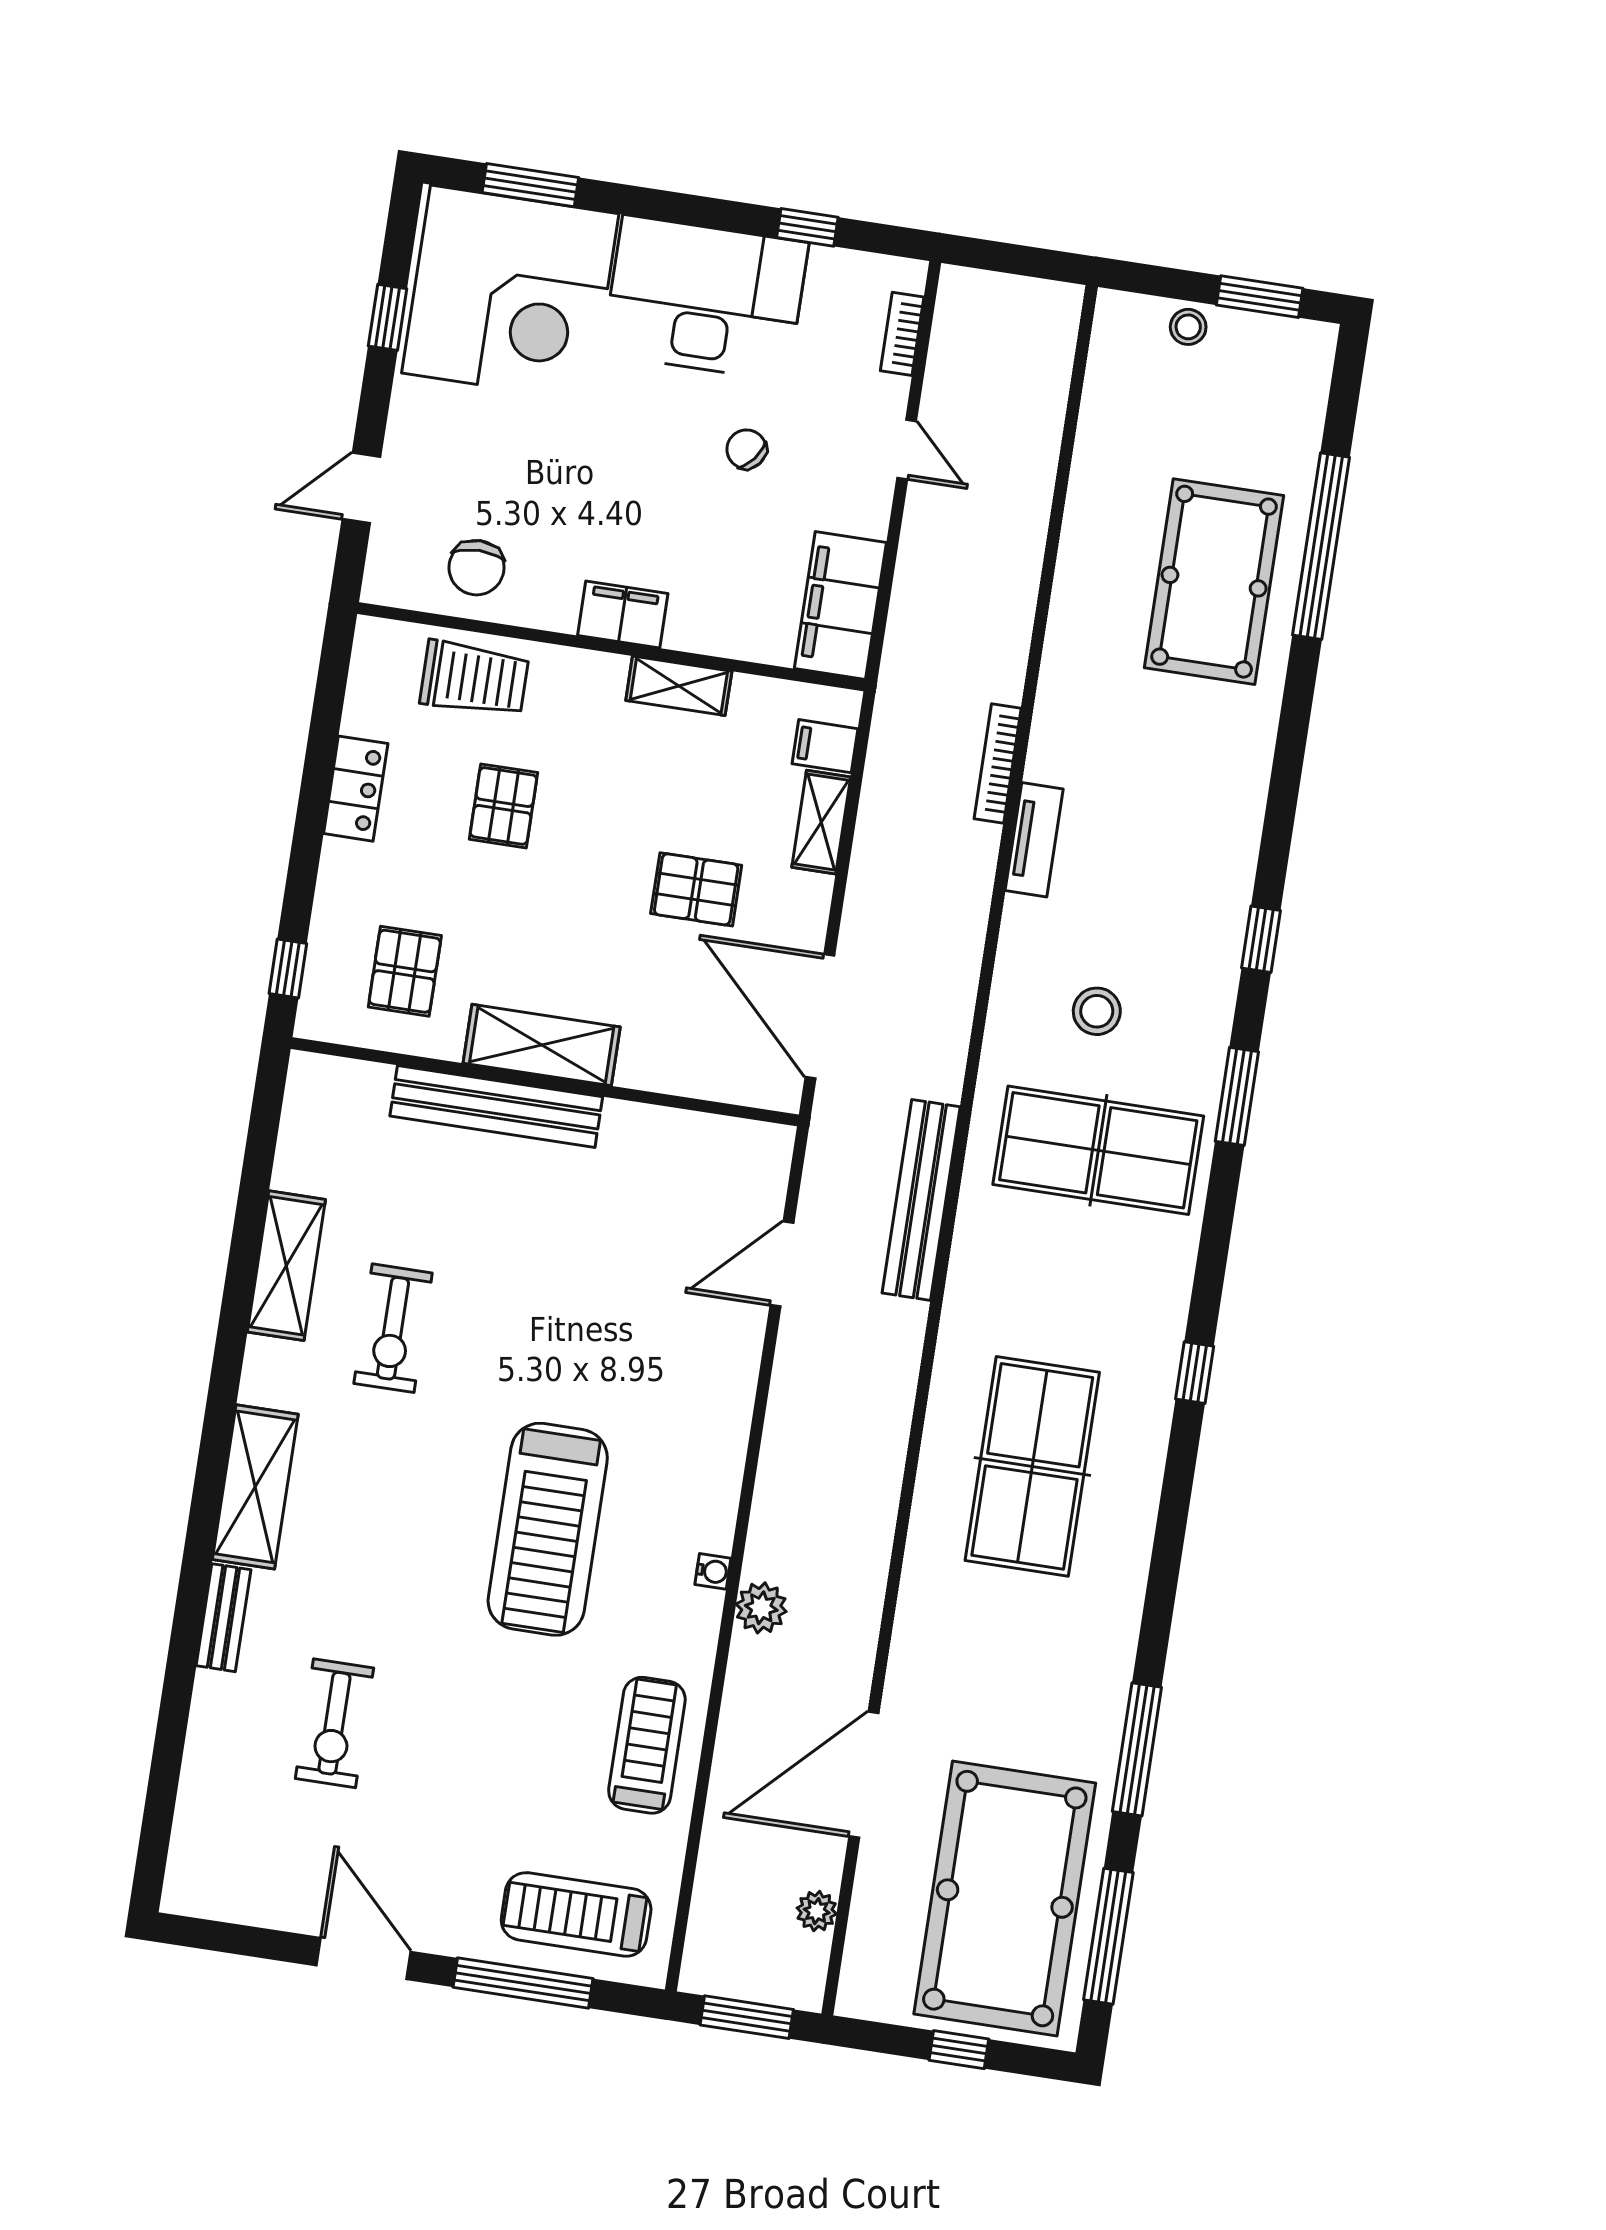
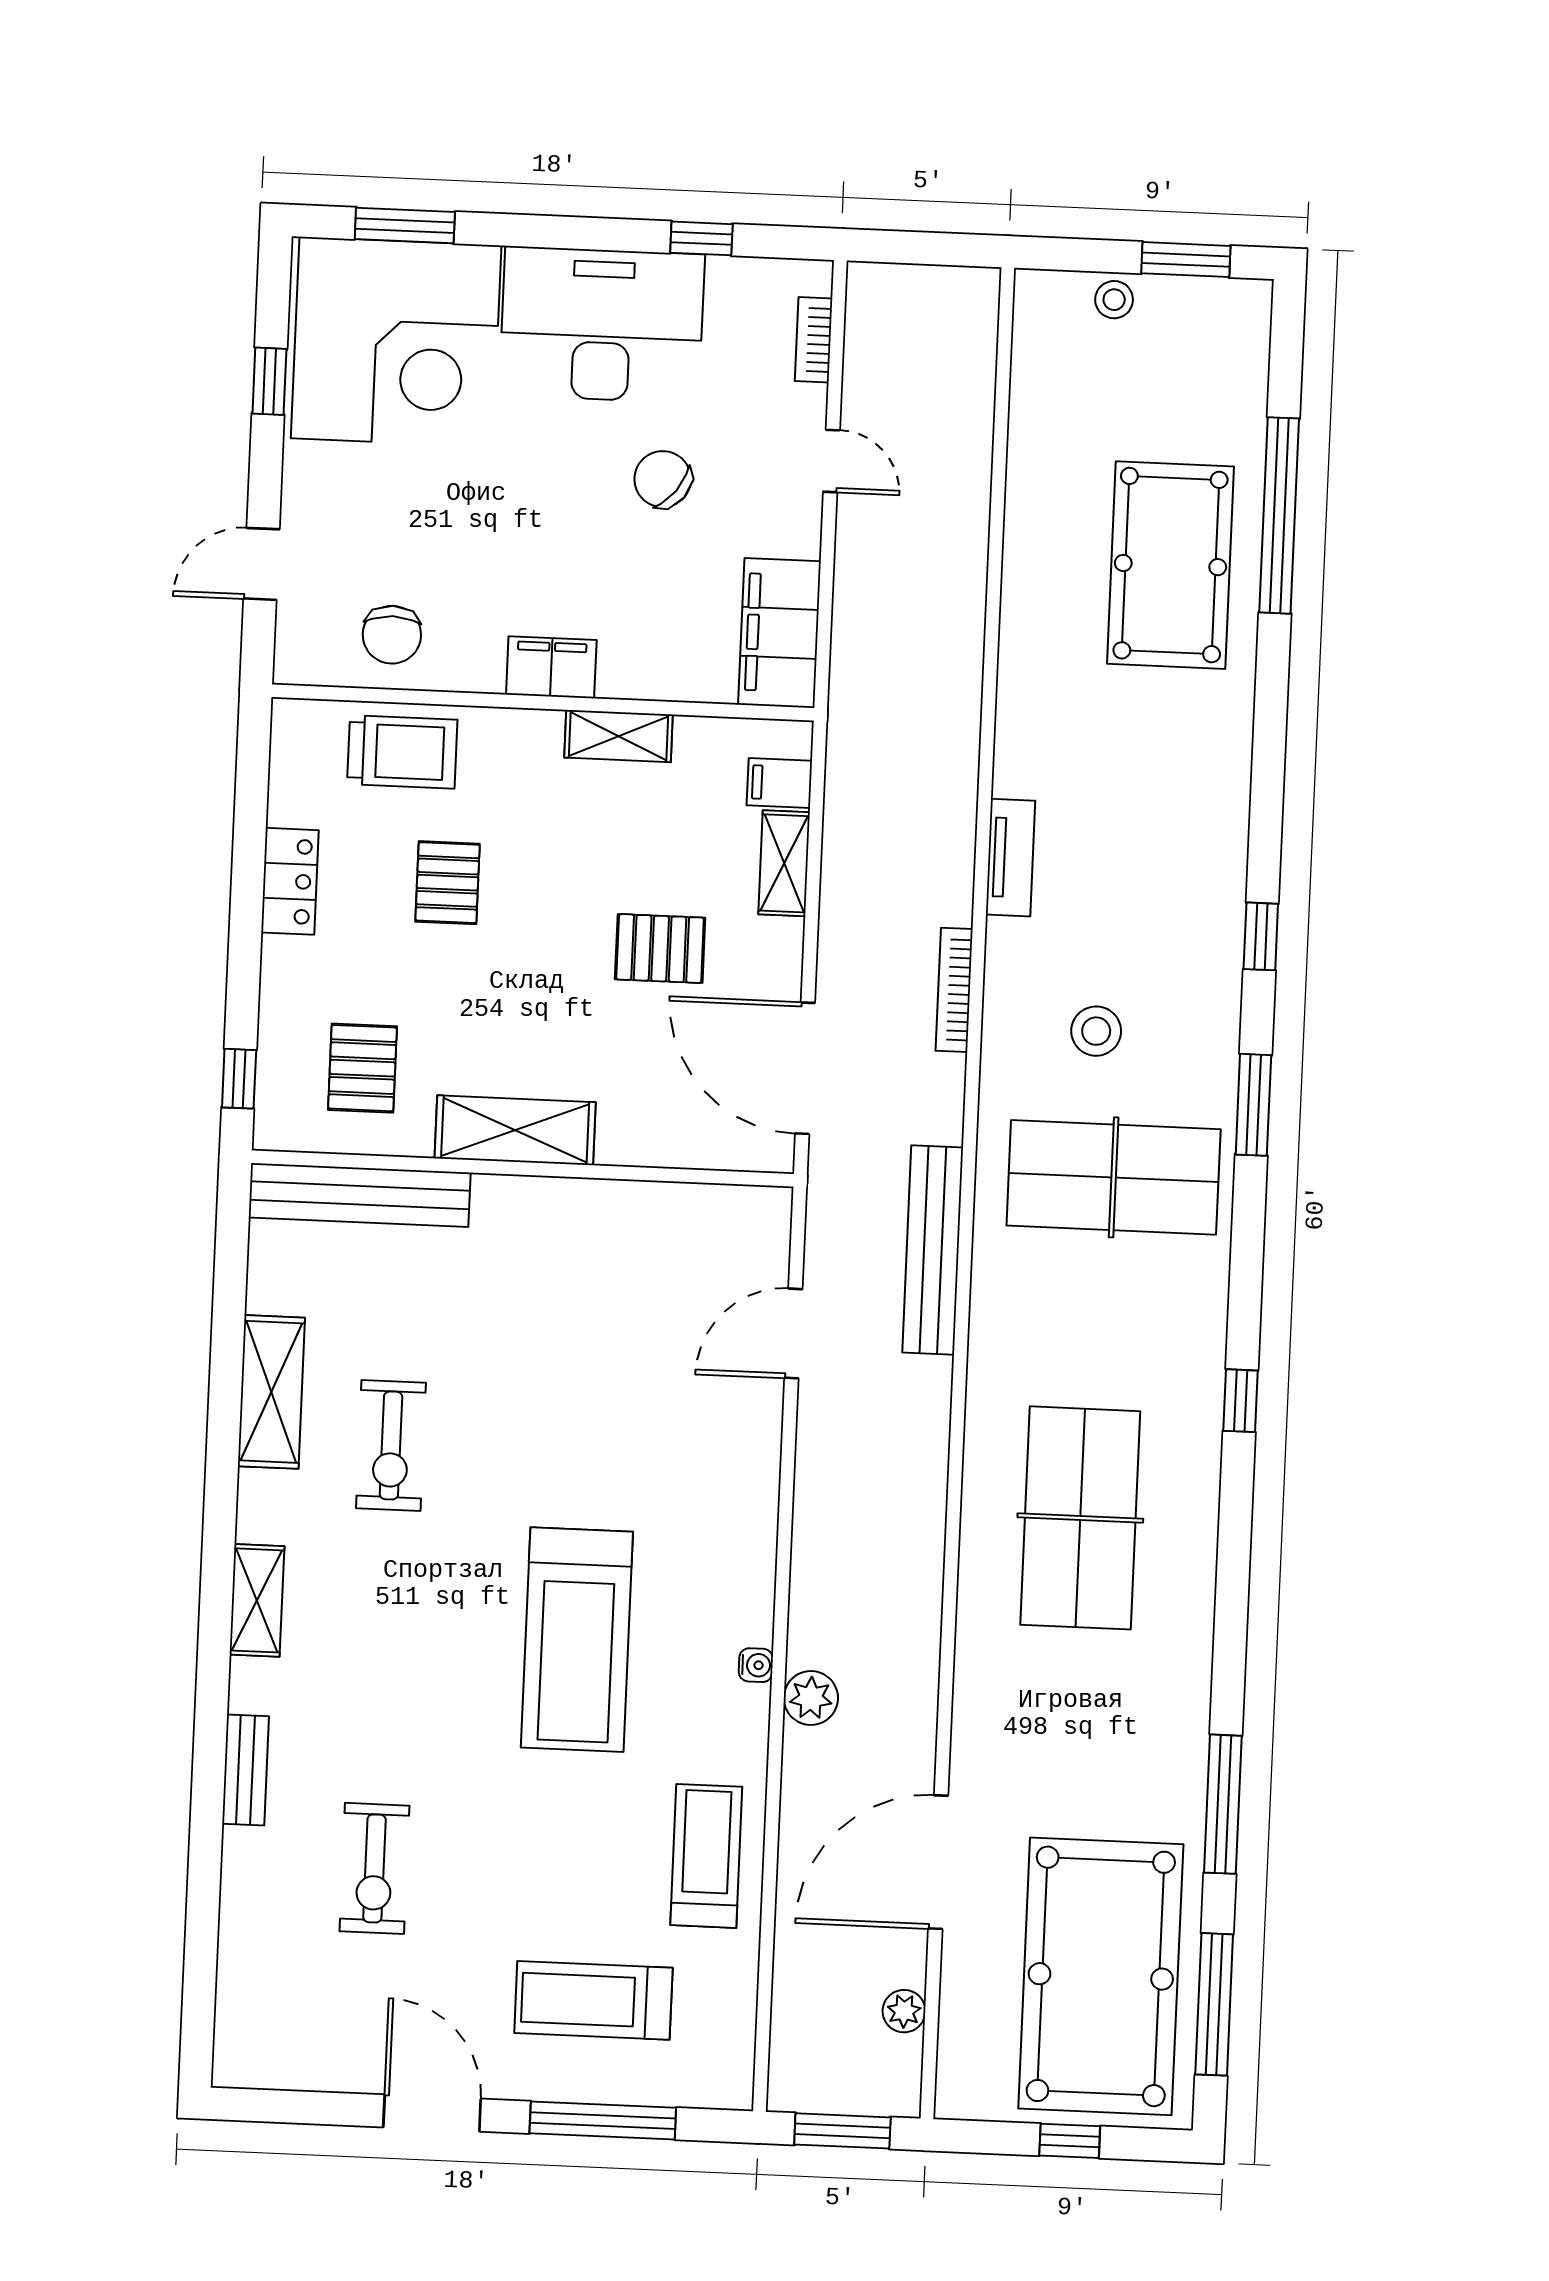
chair: (746, 449) -> (663, 479), width x1.37, depth x1.37
bookcase: (998, 763) -> (954, 990), moved
bench: (496, 1106) -> (360, 1195), moved
shelving: (255, 1487) -> (257, 1600), width x0.67, depth x0.75
treadmill: (576, 1914) -> (593, 2000), moved

